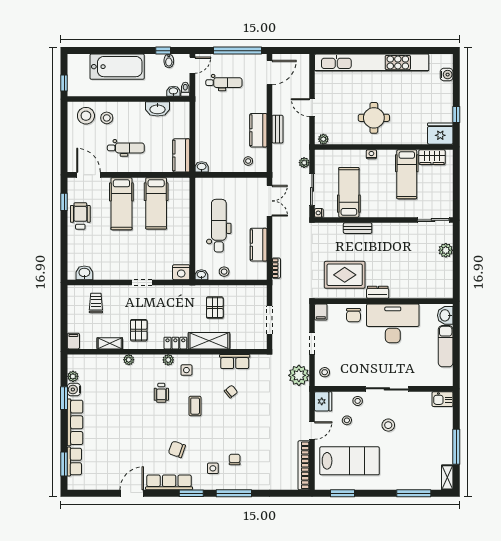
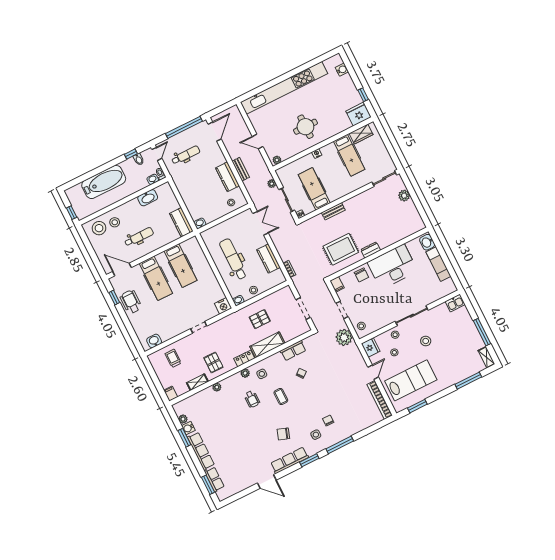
pallet: (215, 308) -> (260, 319), turned 90
door: (132, 493) -> (267, 481), swing flipped

